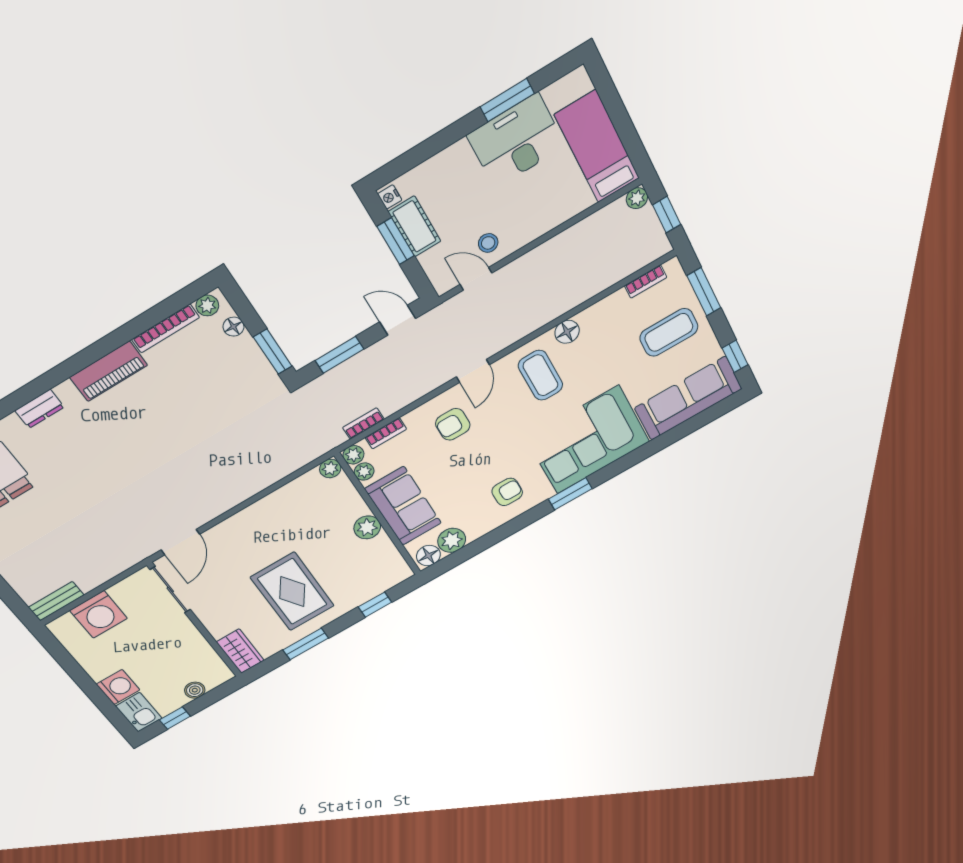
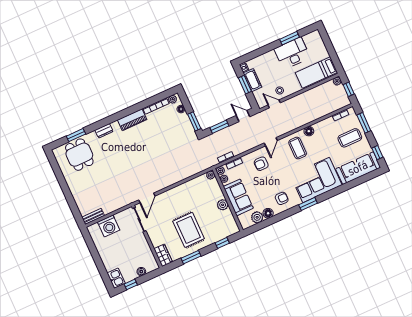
bed: (597, 147) -> (316, 73), moved, turned -90
floor lamp: (428, 556) -> (268, 213), moved
washing machine: (118, 687) -> (110, 263), removed

